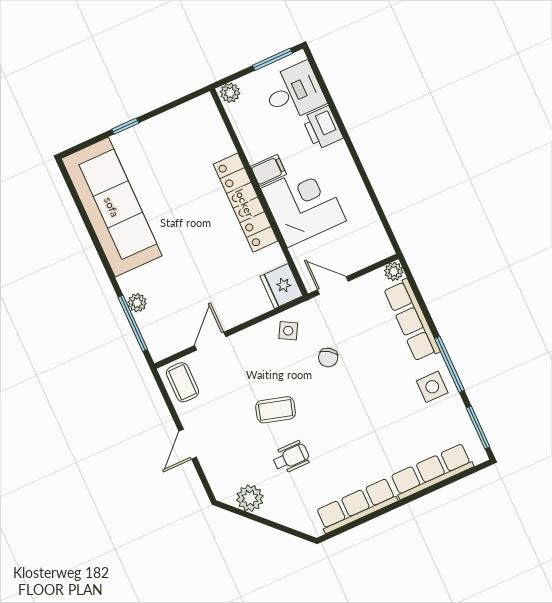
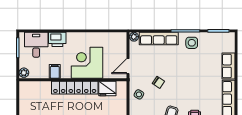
filing cabinet: (268, 170) -> (55, 71), moved
fridge: (281, 286) -> (107, 89), moved
row of seats: (432, 471) -> (228, 66), width x0.68

